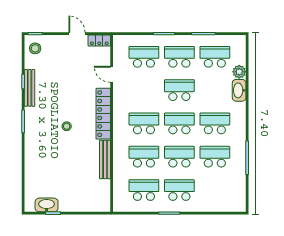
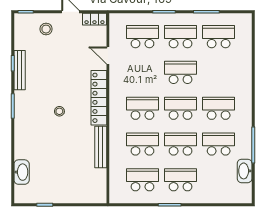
stool: (35, 48) -> (46, 29), moved
plant: (239, 72) -> (245, 53), removed
washbasin: (239, 90) -> (245, 171), moved
washbasin: (47, 205) -> (22, 172), moved, turned 90

